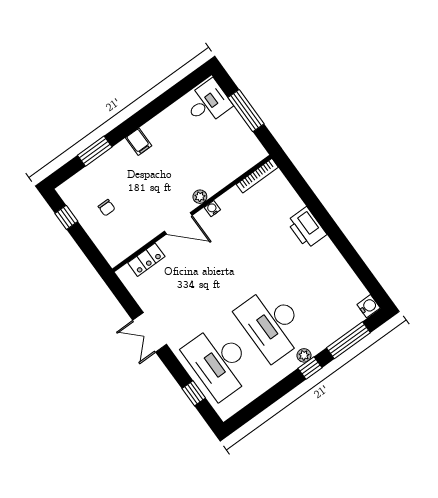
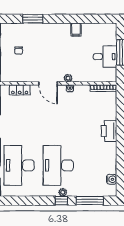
desk: (208, 103) -> (105, 57), moved
filing cabinet: (139, 142) -> (76, 30), moved
water cooler: (369, 306) -> (112, 179), moved

